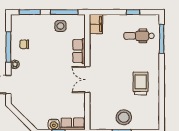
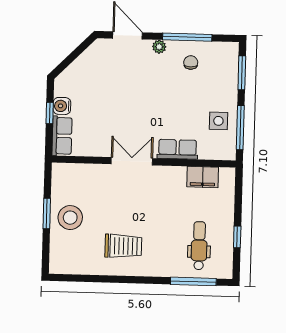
filing cabinet: (96, 24) -> (203, 177), moved

